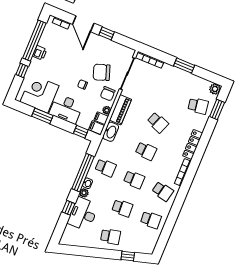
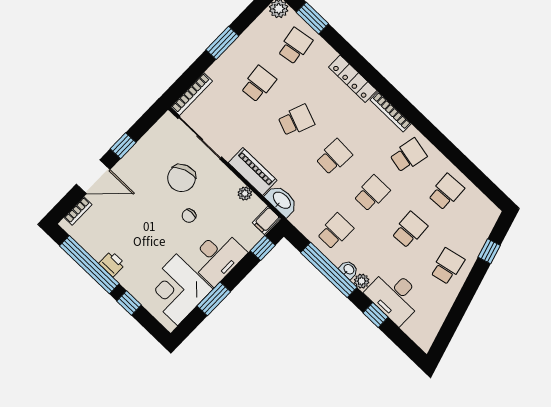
chair: (108, 94) -> (219, 182), removed
school desk: (169, 94) -> (258, 84), added
filing cabinet: (101, 118) -> (254, 207), removed

